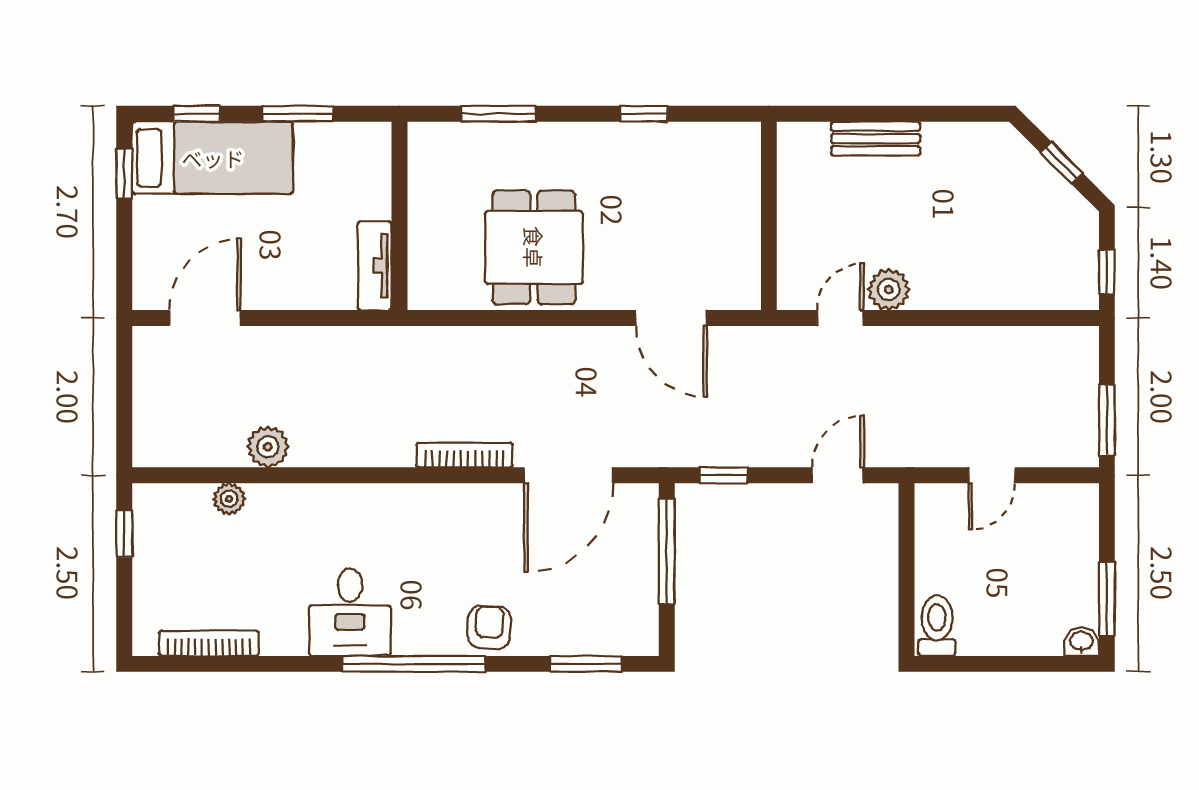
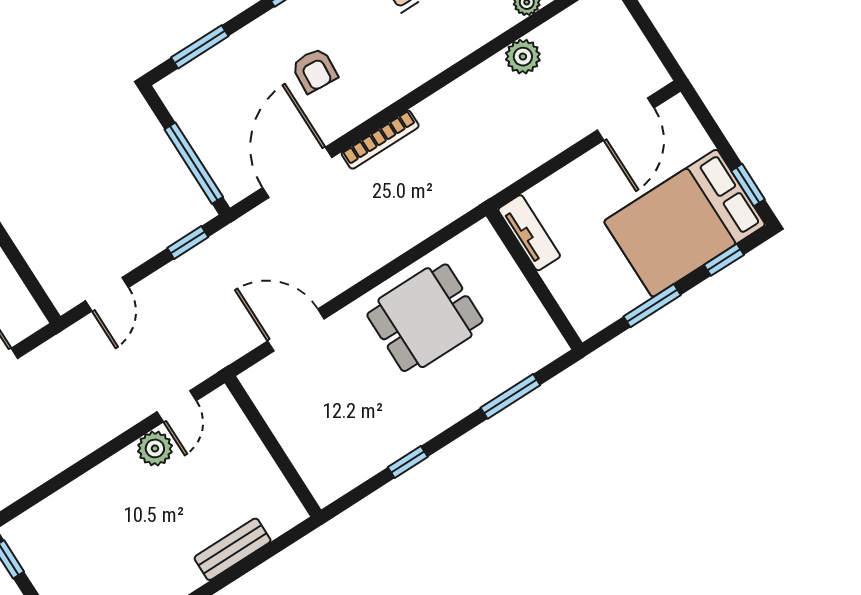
bed: (213, 158) -> (685, 223), width x1.50
dining table: (534, 247) -> (425, 318), turned 90
armchair: (489, 627) -> (315, 70), moved

